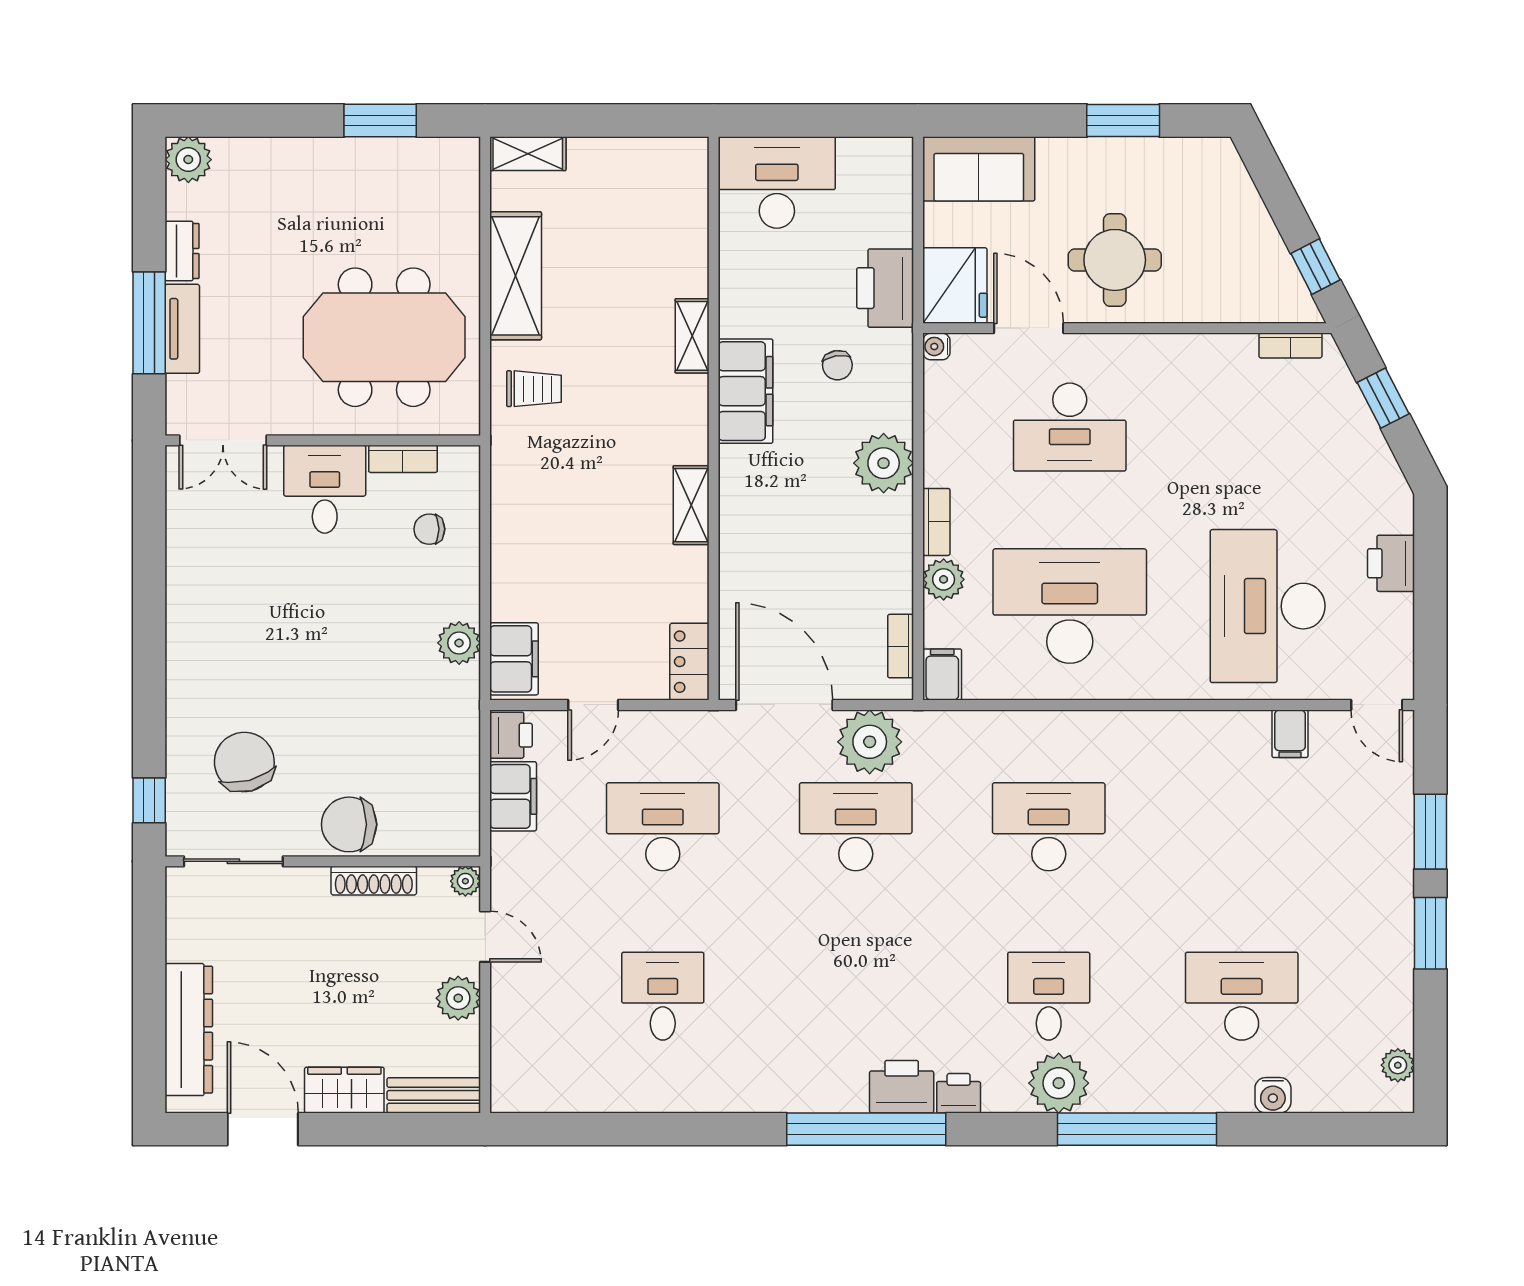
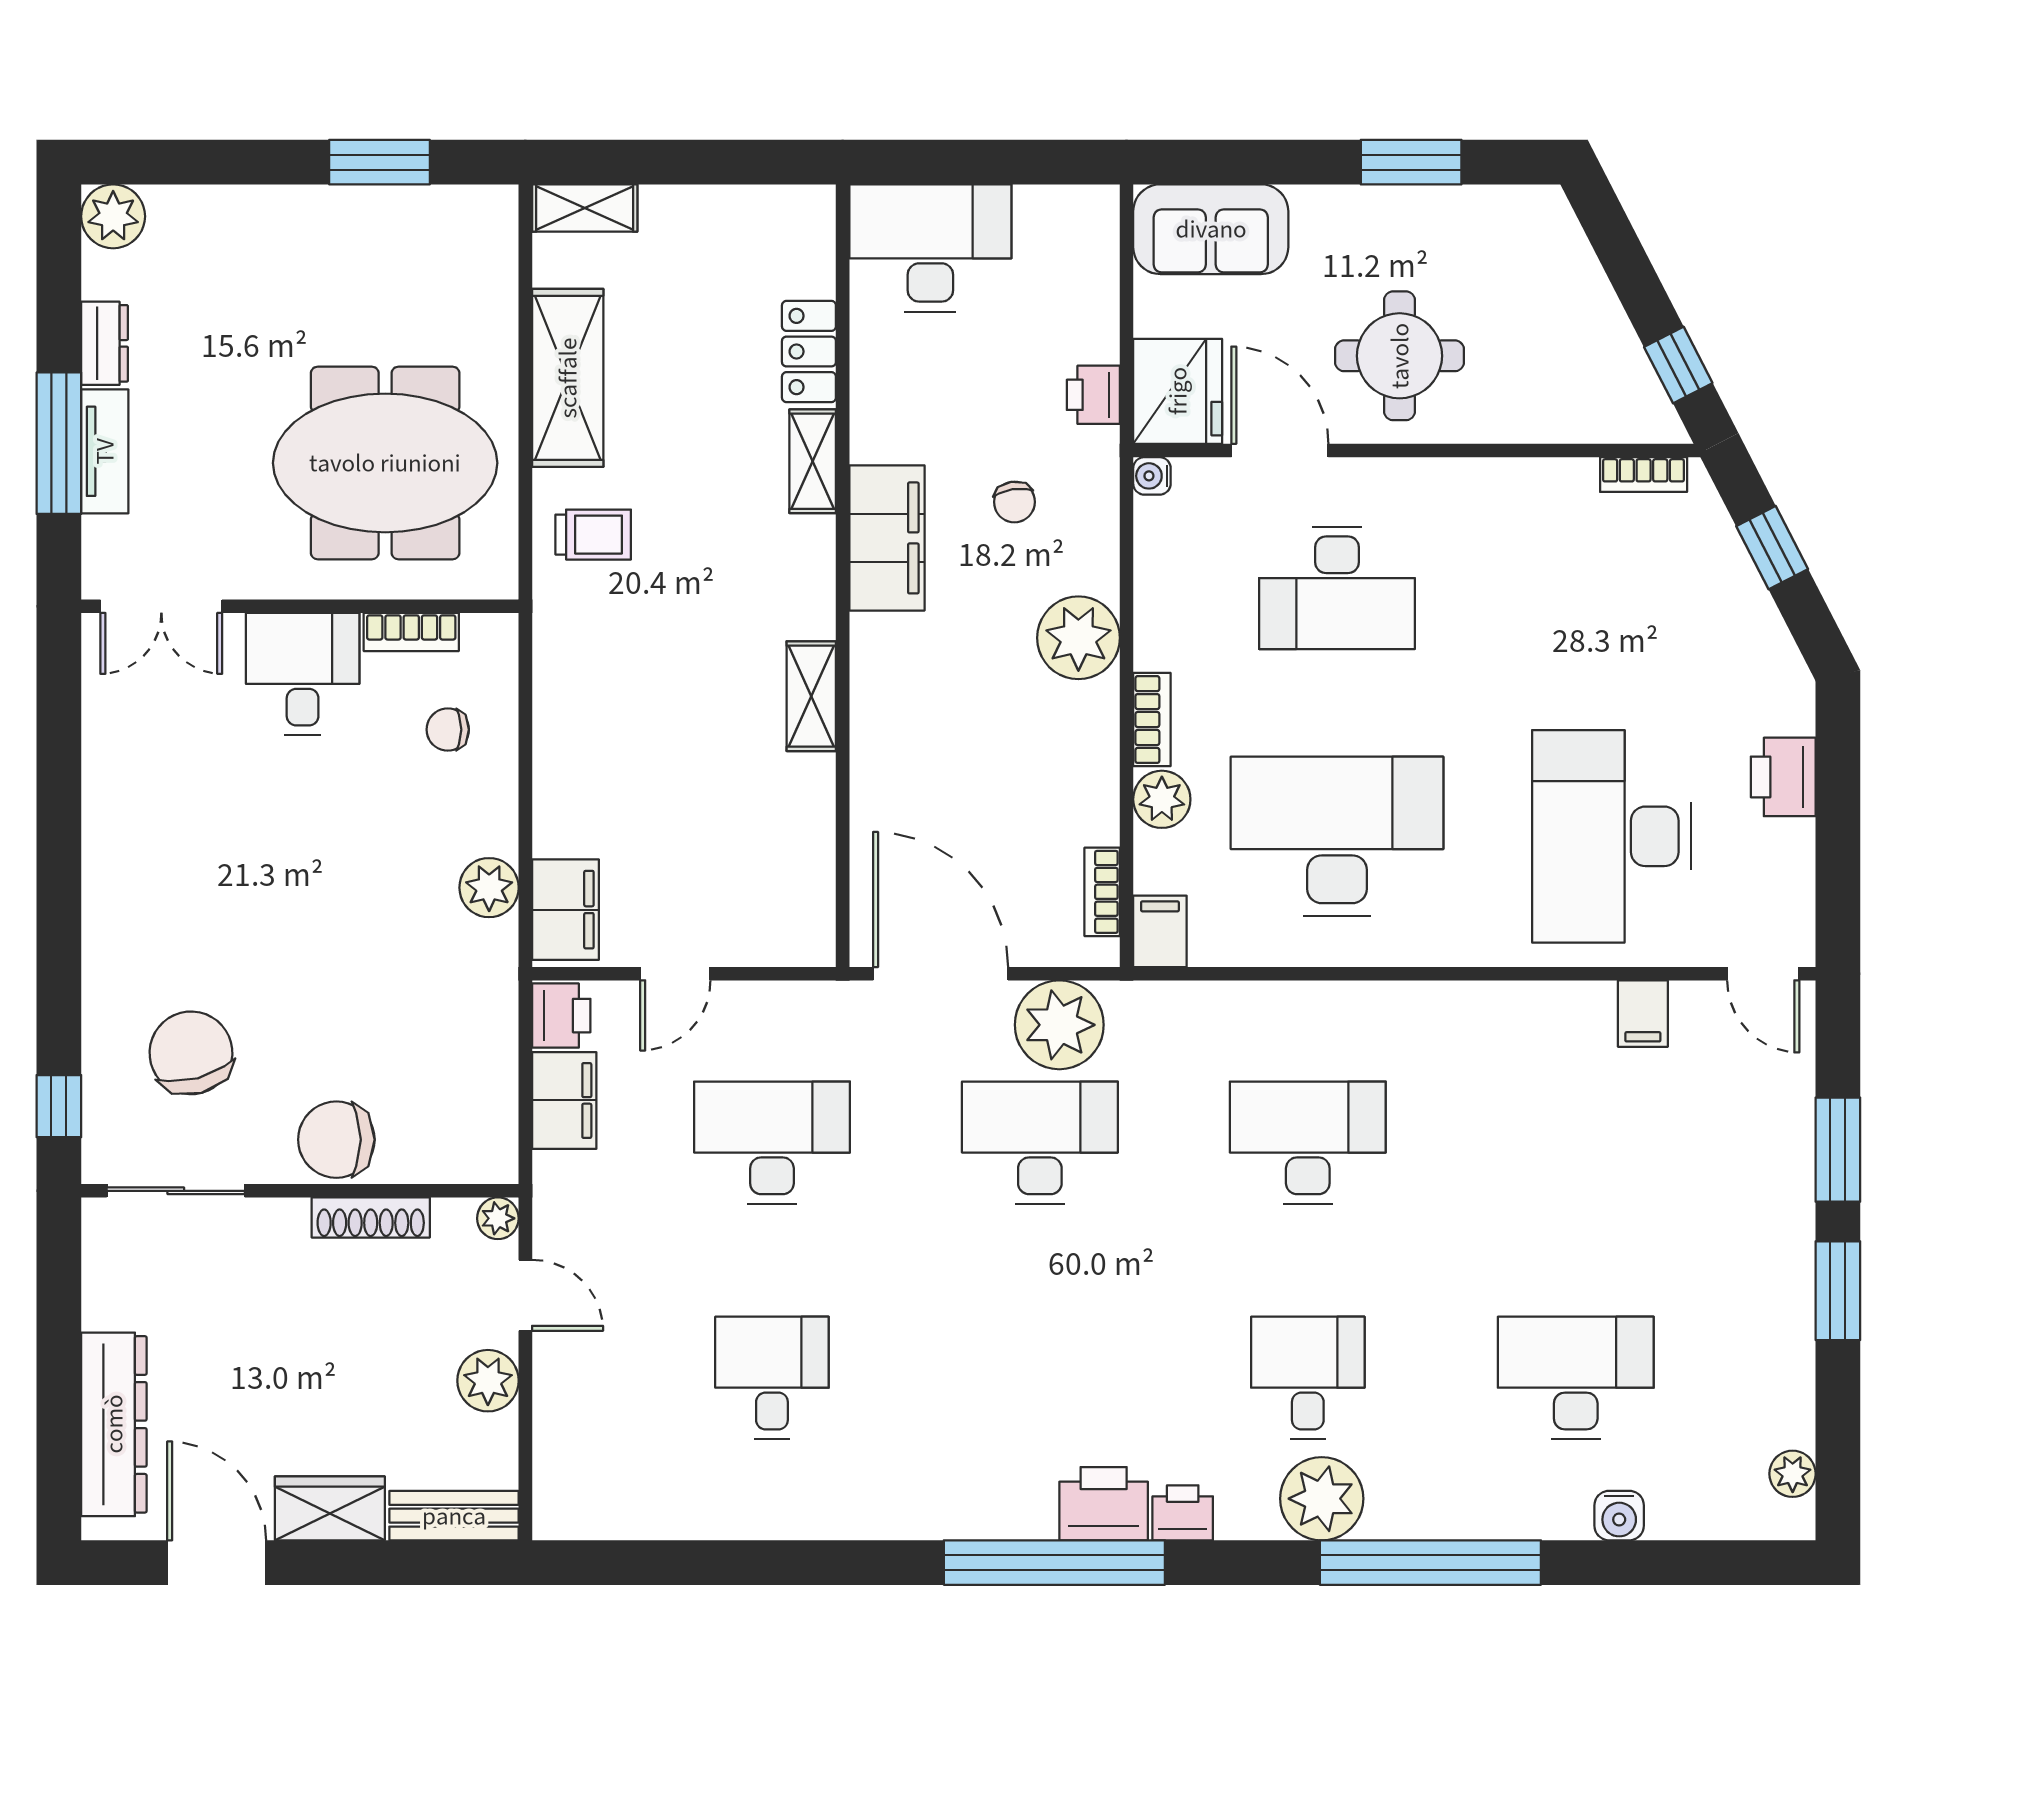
printer: (885, 288) -> (1093, 395), width x0.53, depth x0.68
locker: (689, 662) -> (809, 352), moved

